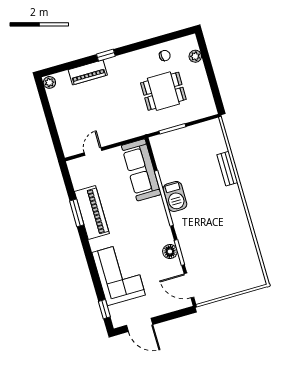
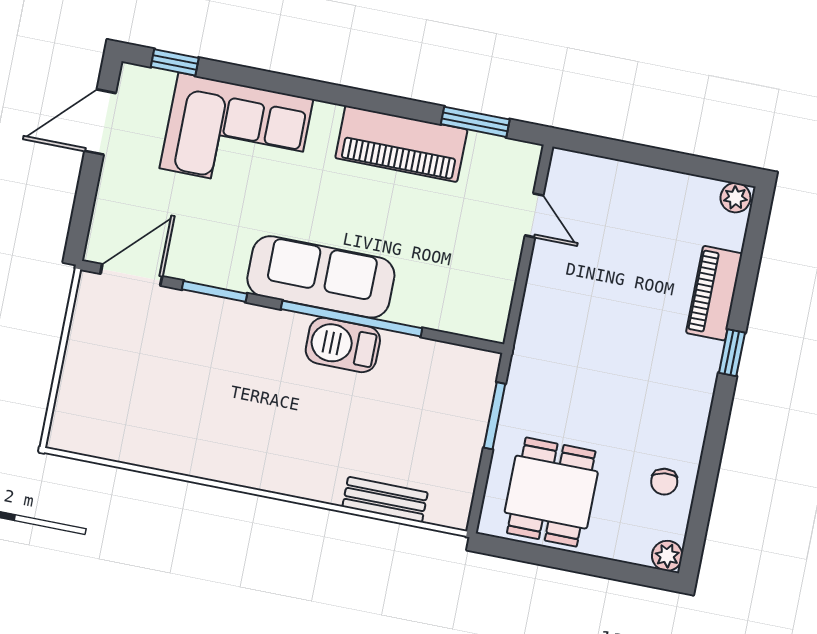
plant: (195, 56) -> (667, 556), moved
dining table: (163, 91) -> (551, 492), moved
bench: (227, 169) -> (385, 500), moved
sofa: (141, 170) -> (321, 277), moved
window: (77, 213) -> (475, 122), moved
floor lamp: (170, 252) -> (227, 272), removed

